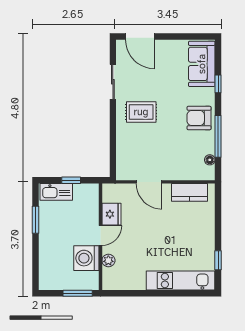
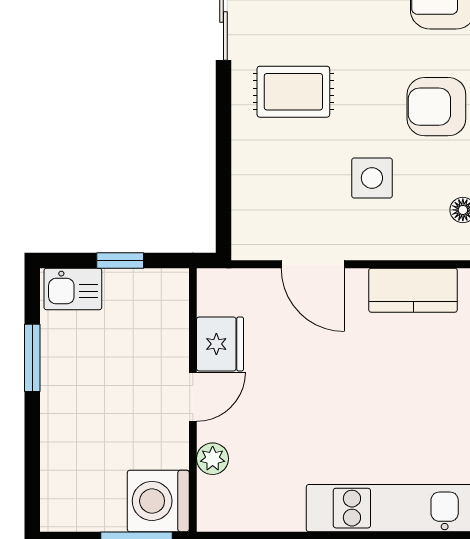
side table: (173, 147) -> (372, 178), added
kitchen sink: (56, 192) -> (73, 289), width x0.73
washing machine: (86, 258) -> (158, 501), moved

